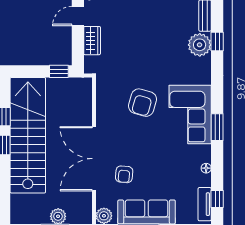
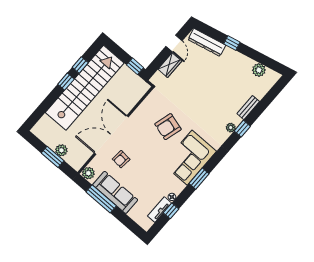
door: (78, 16) -> (174, 44), swing flipped
plant: (200, 45) -> (231, 128), width x0.53, depth x0.53
window: (217, 199) -> (171, 211), moved
tv unit: (205, 204) -> (160, 210), moved

